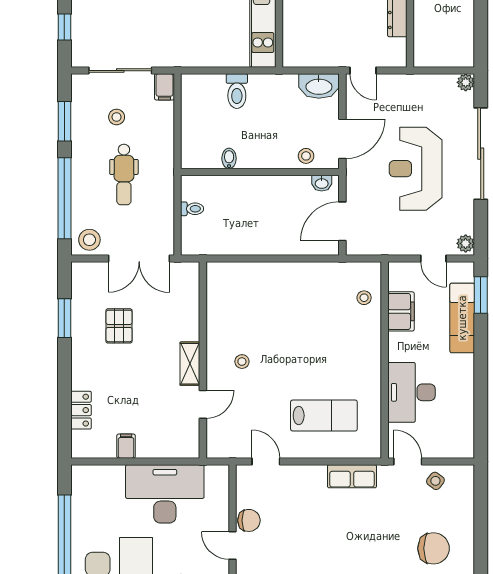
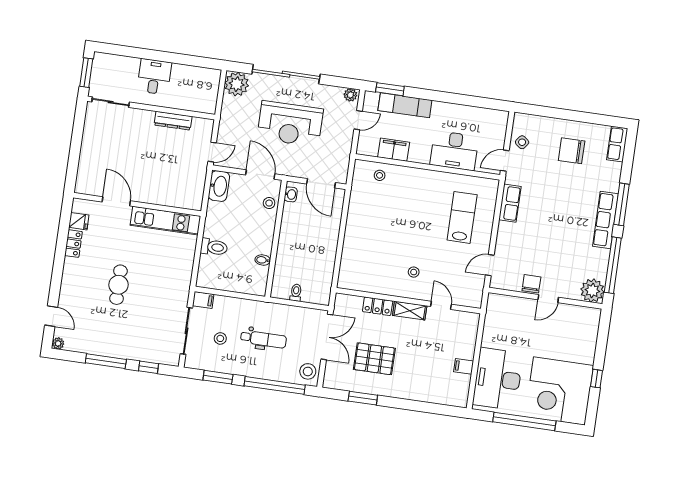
plant: (466, 82) -> (237, 84), width x1.87, depth x1.87
pallet: (119, 326) -> (374, 359), width x1.50, depth x1.42
locker: (81, 410) -> (378, 306), moved, turned 180
desk: (165, 494) -> (498, 379), moved
chair: (434, 548) -> (572, 151), turned -90

